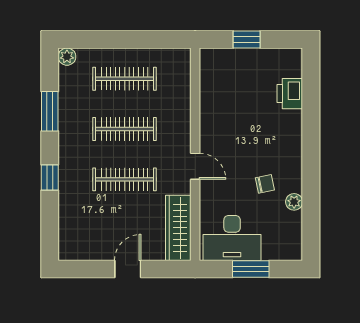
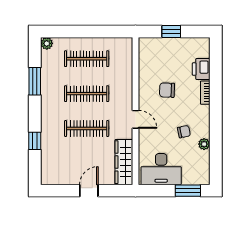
chair: (241, 124) -> (167, 90), added
bookcase: (296, 128) -> (205, 93), added
window: (50, 177) -> (35, 141), moved
window: (251, 269) -> (188, 191), moved

